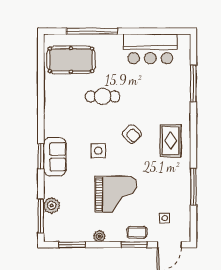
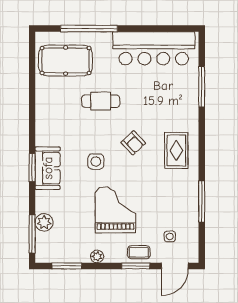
bar counter: (150, 49) -> (154, 48), width x1.36
grand piano: (116, 194) -> (115, 210), turned -90

